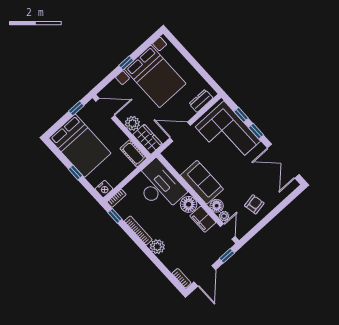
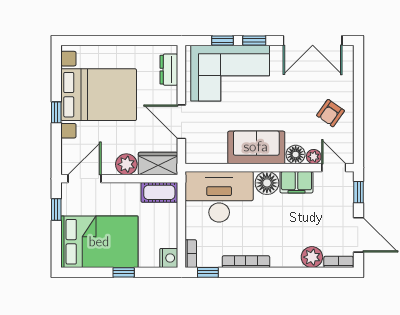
door: (180, 132) -> (181, 122), hinge flipped
armchair: (254, 204) -> (330, 113), turned -134
plant: (157, 247) -> (312, 257), moved

